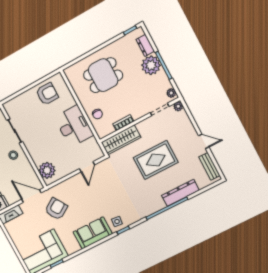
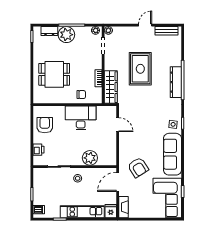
dining table: (103, 75) -> (54, 74), turned 90
printer: (20, 101) -> (38, 150), added
plant: (47, 170) -> (90, 158), moved
dresser: (180, 193) -> (176, 82), moved
armchair: (56, 209) -> (138, 167), turned 180
sofa: (93, 233) -> (172, 154), width x1.36

